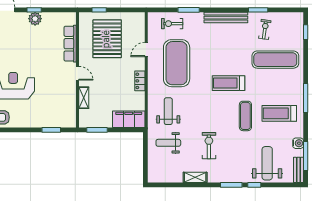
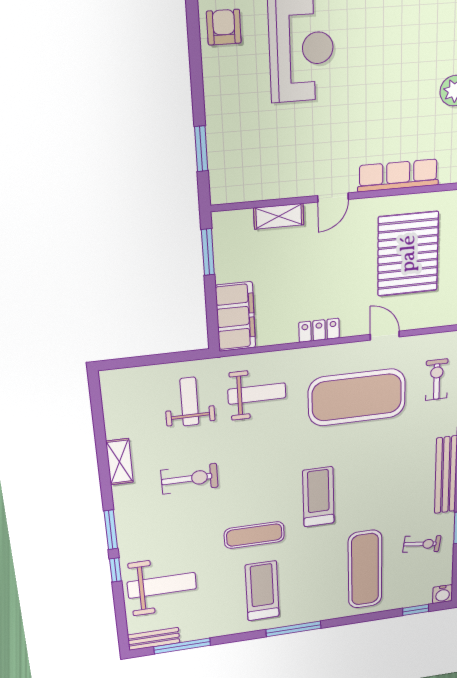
pallet: (107, 39) -> (408, 254), turned 90
water cooler: (298, 143) -> (443, 594), moved

